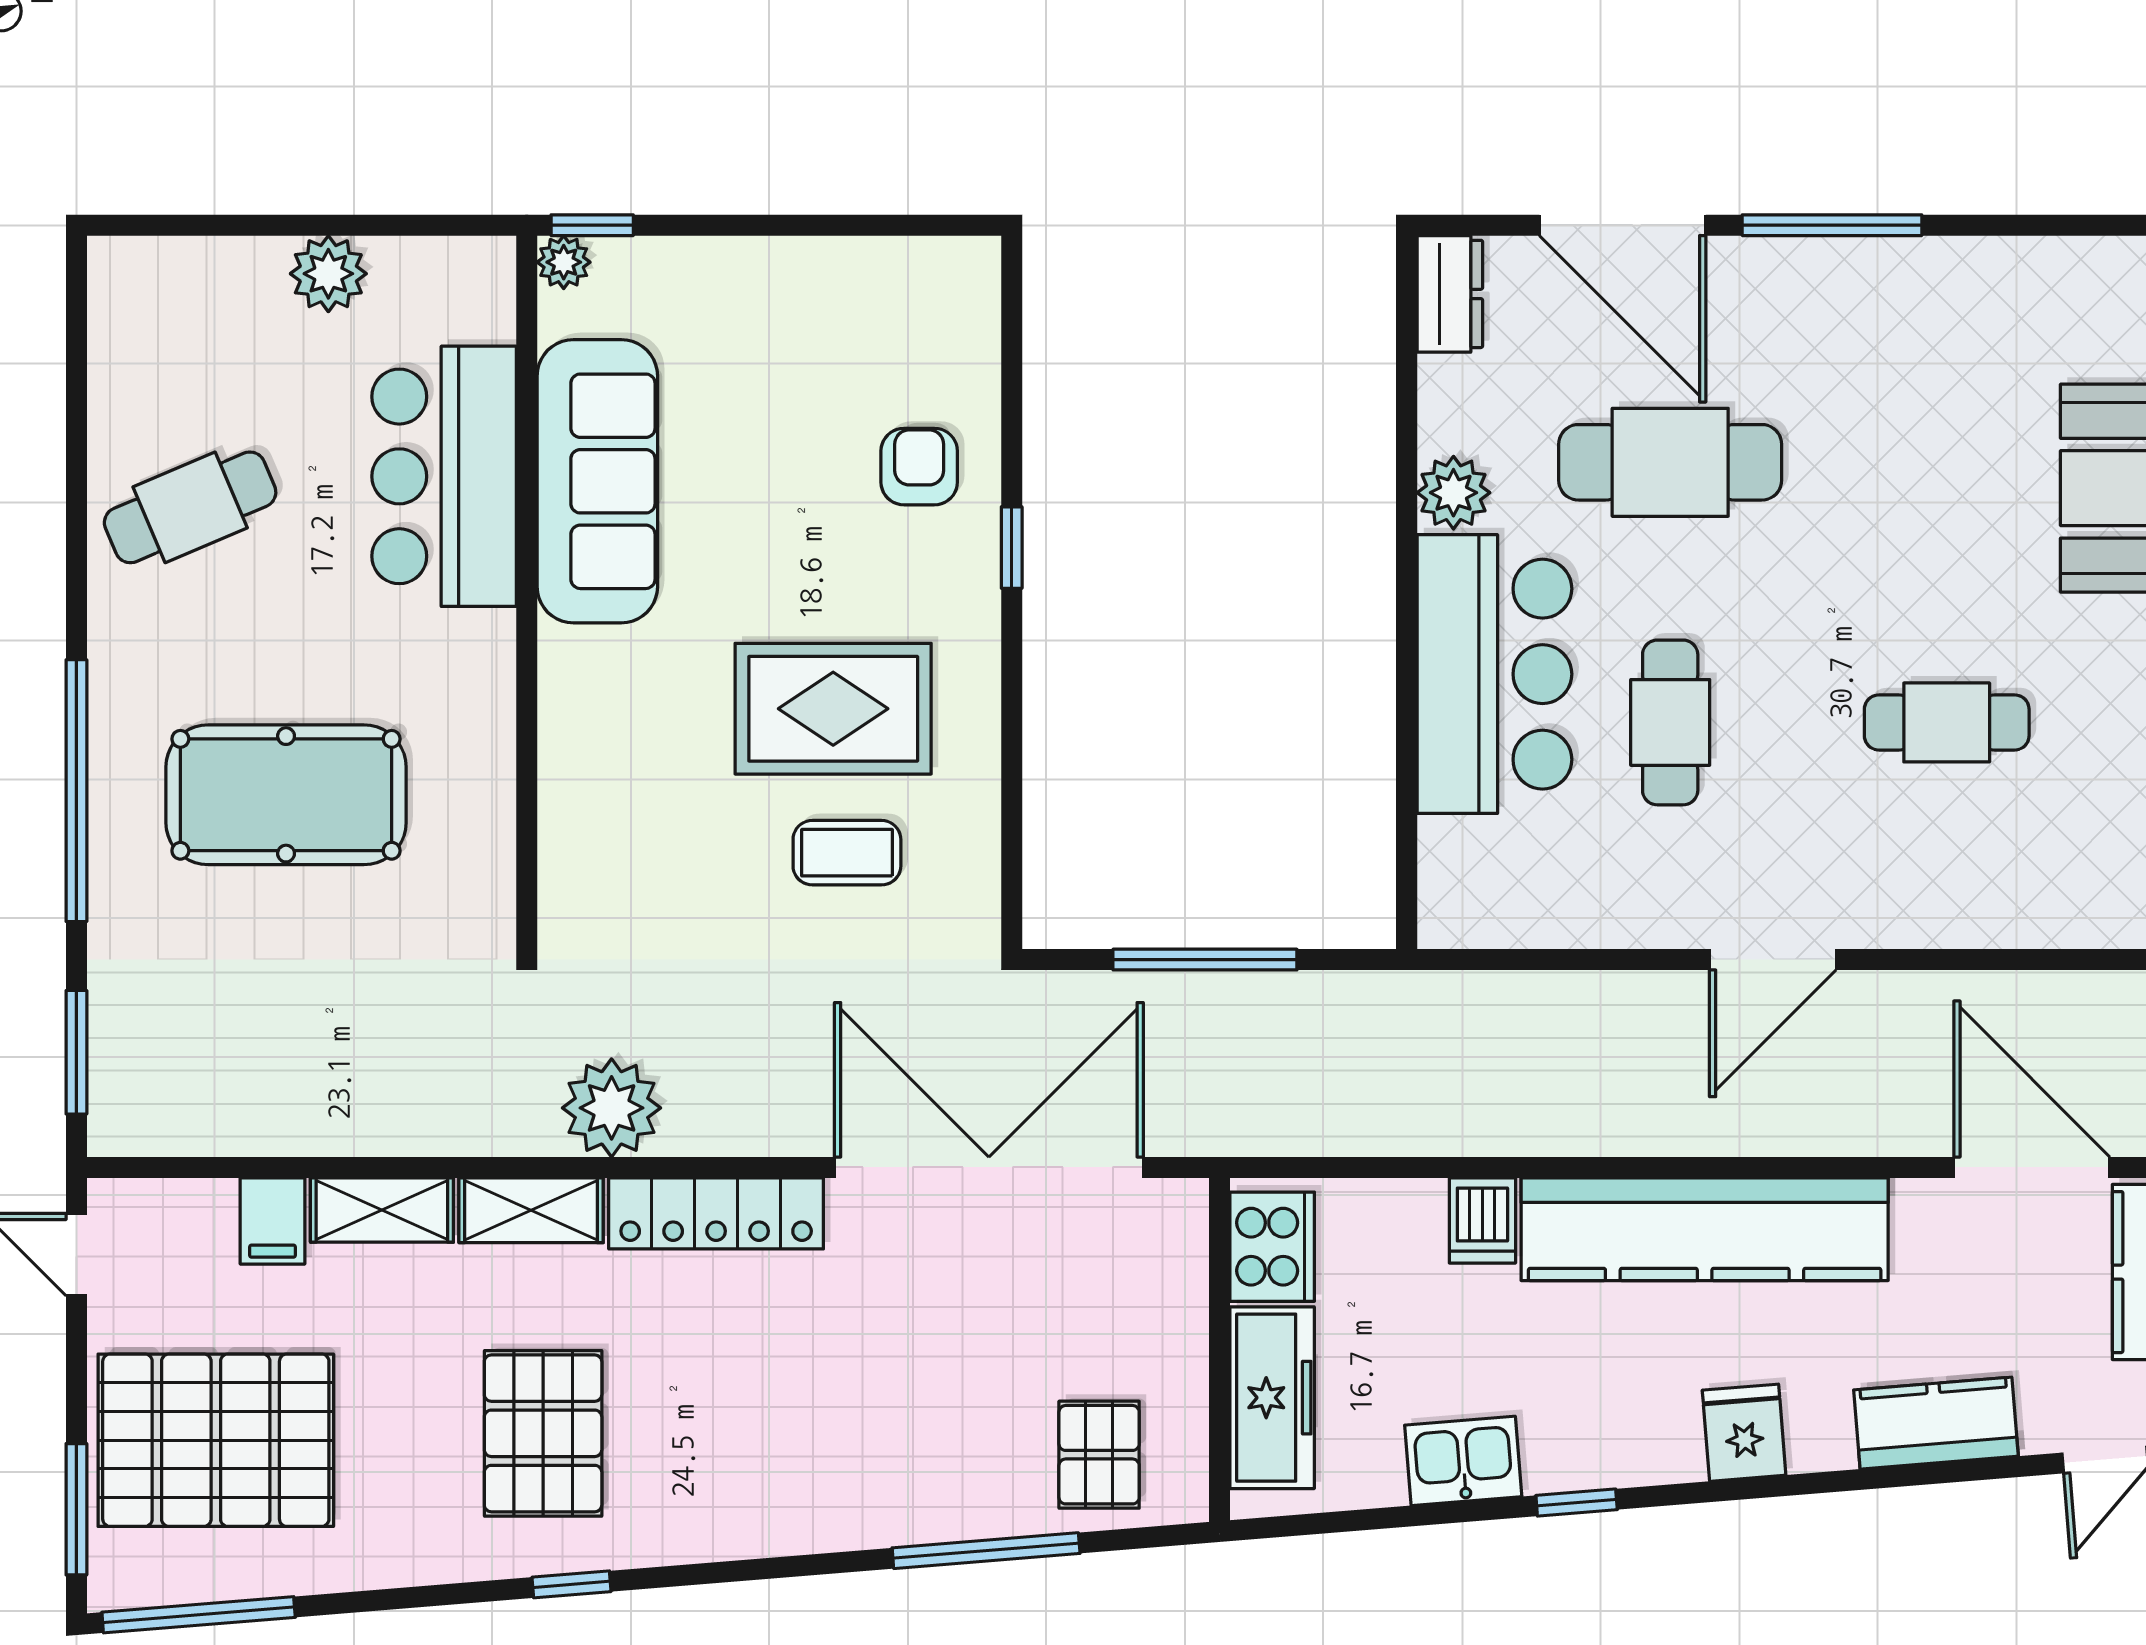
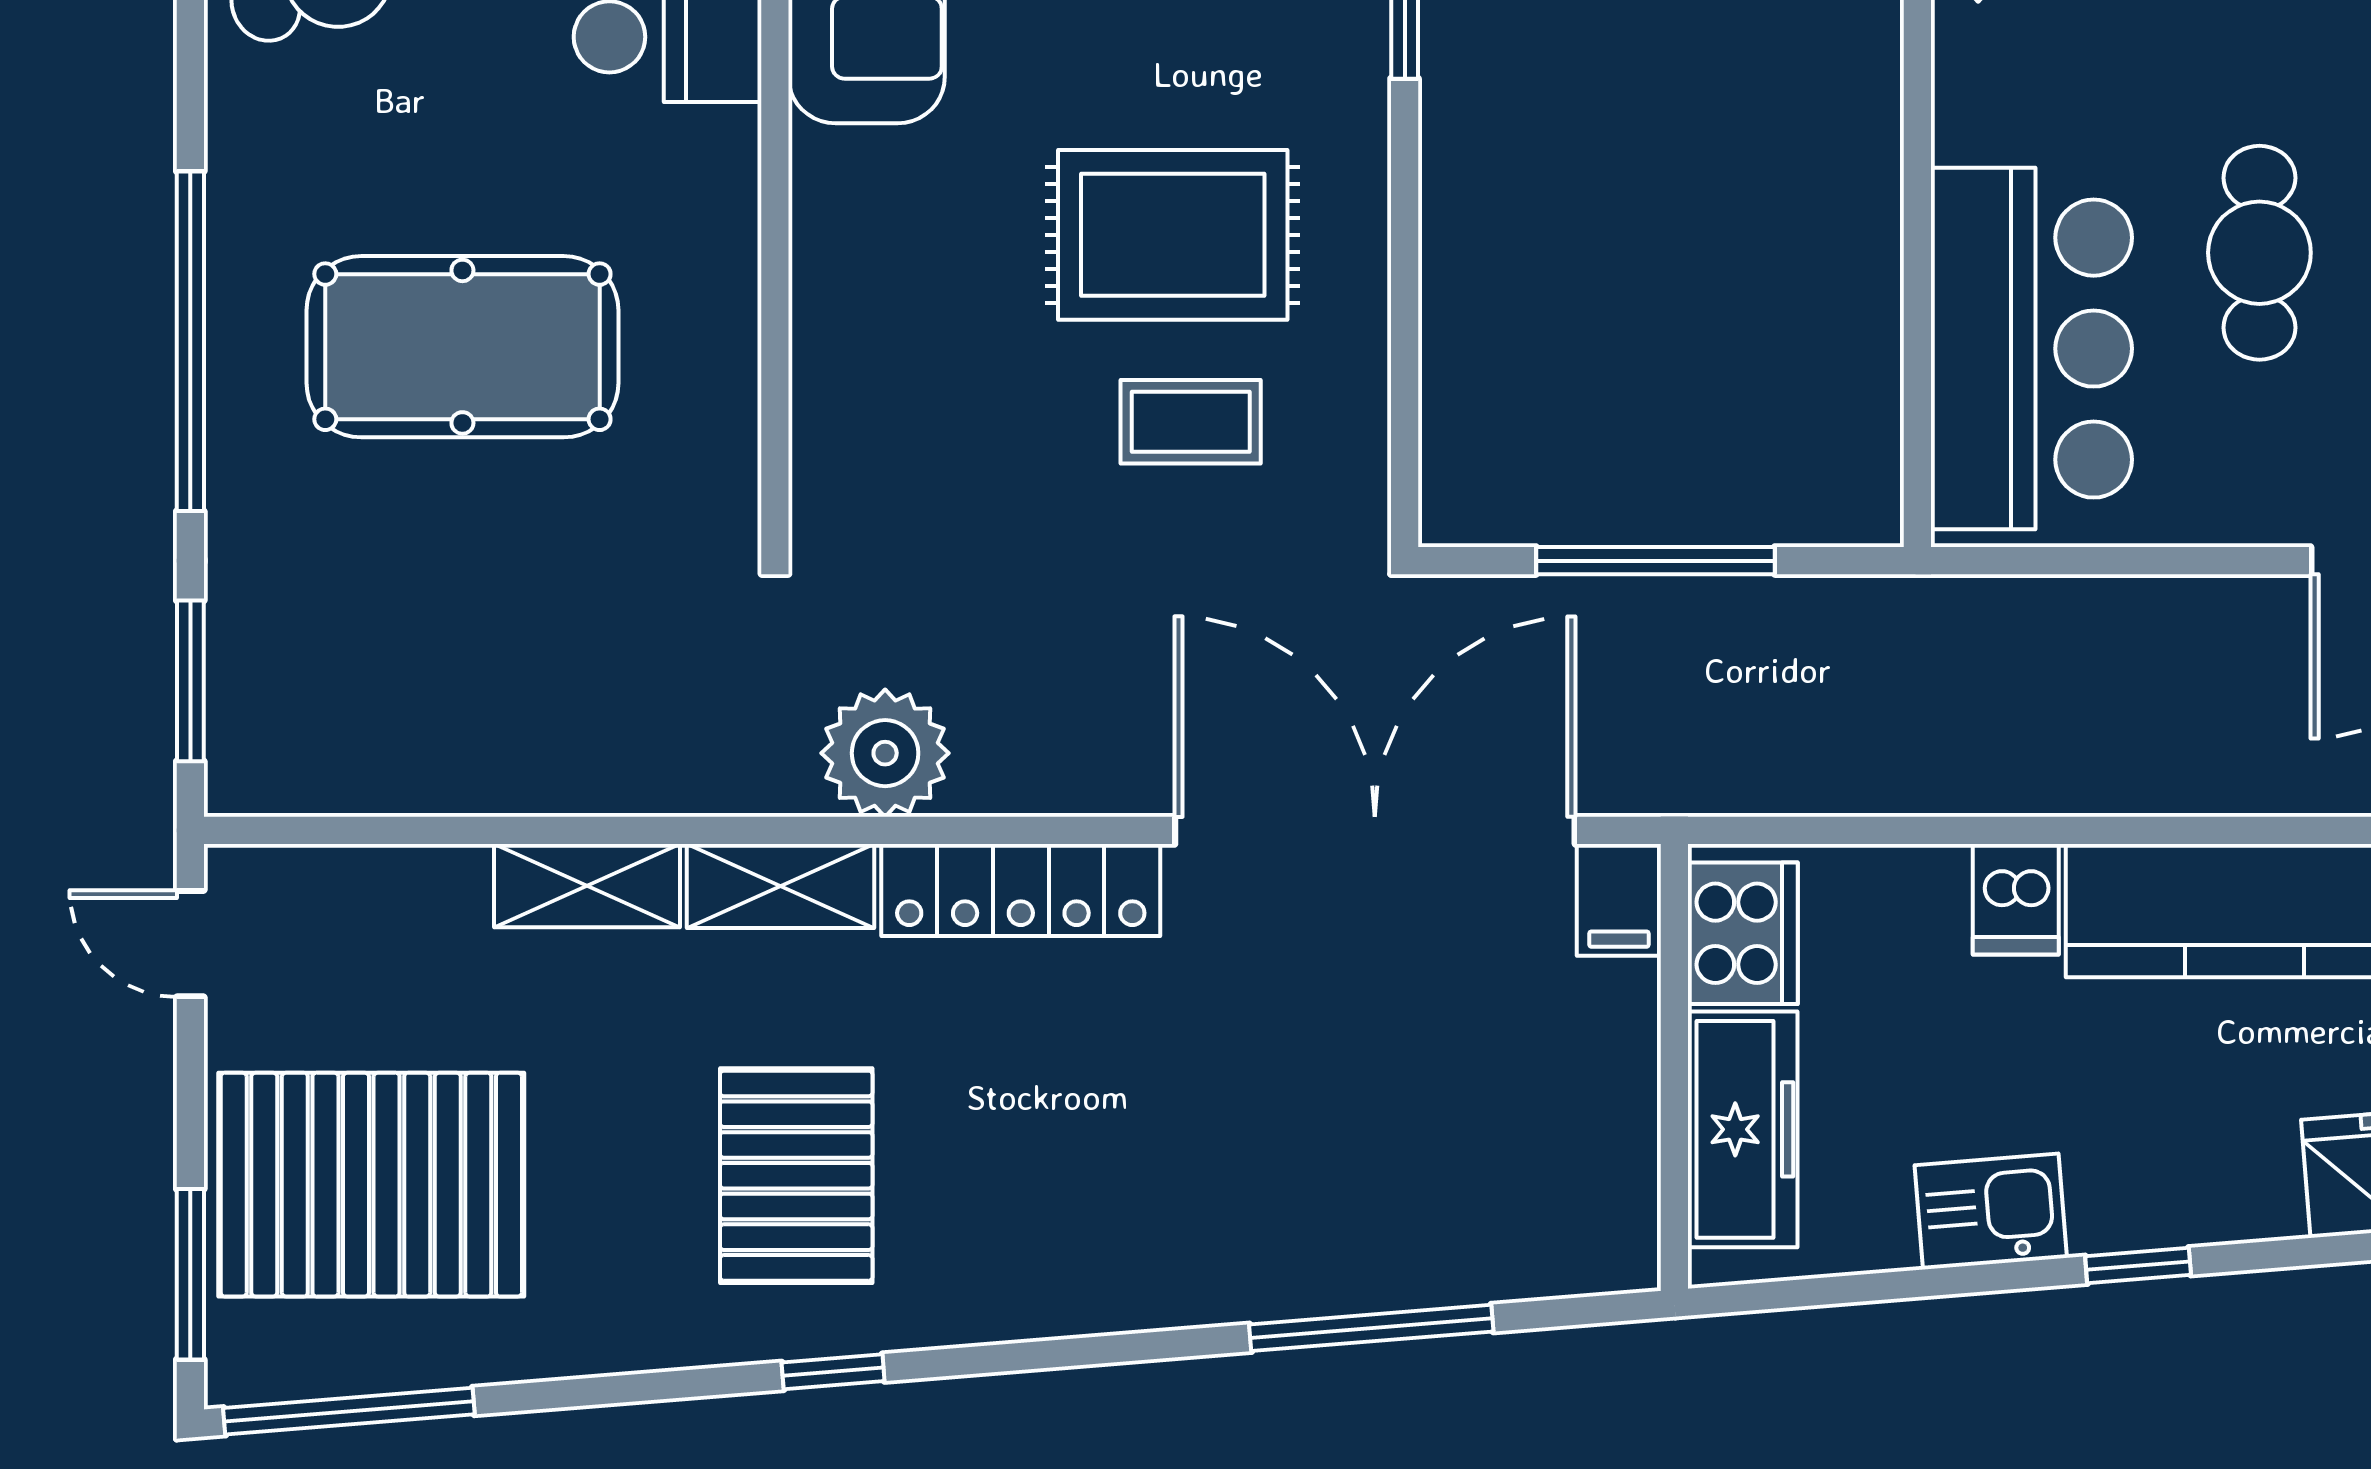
bar counter: (1494, 674) -> (2031, 349), moved
filing cabinet: (273, 1221) -> (1619, 900), moved
pallet: (1099, 1455) -> (1518, 1203), removed

